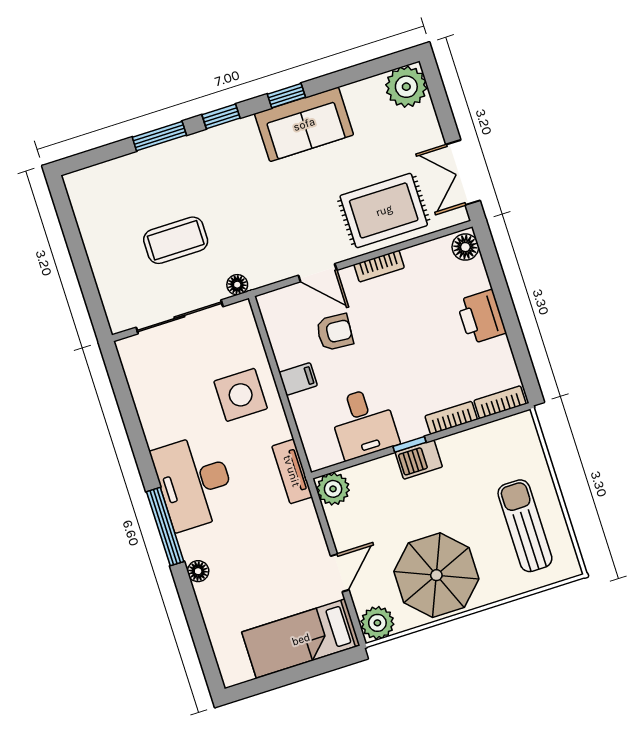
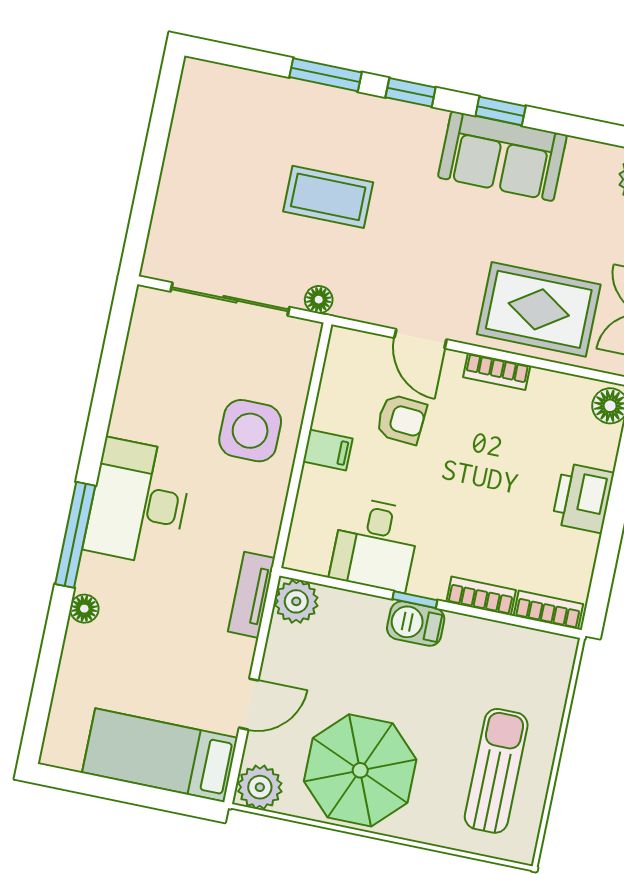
coffee table: (176, 240) -> (328, 197), moved
tv unit: (292, 471) -> (251, 595), moved

